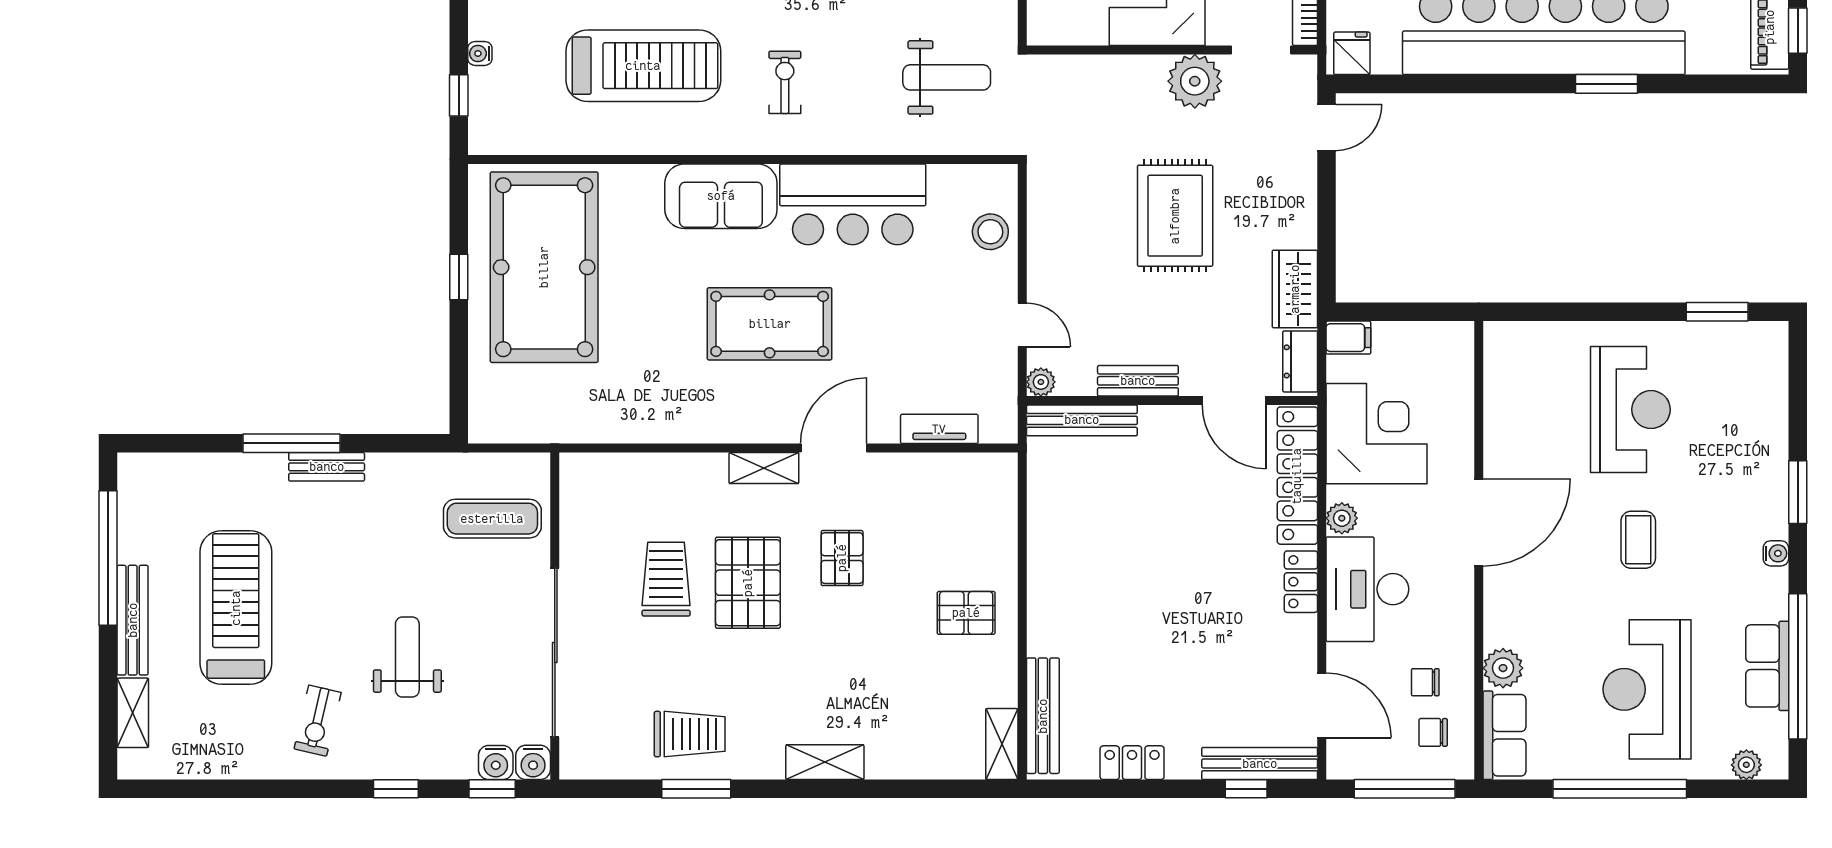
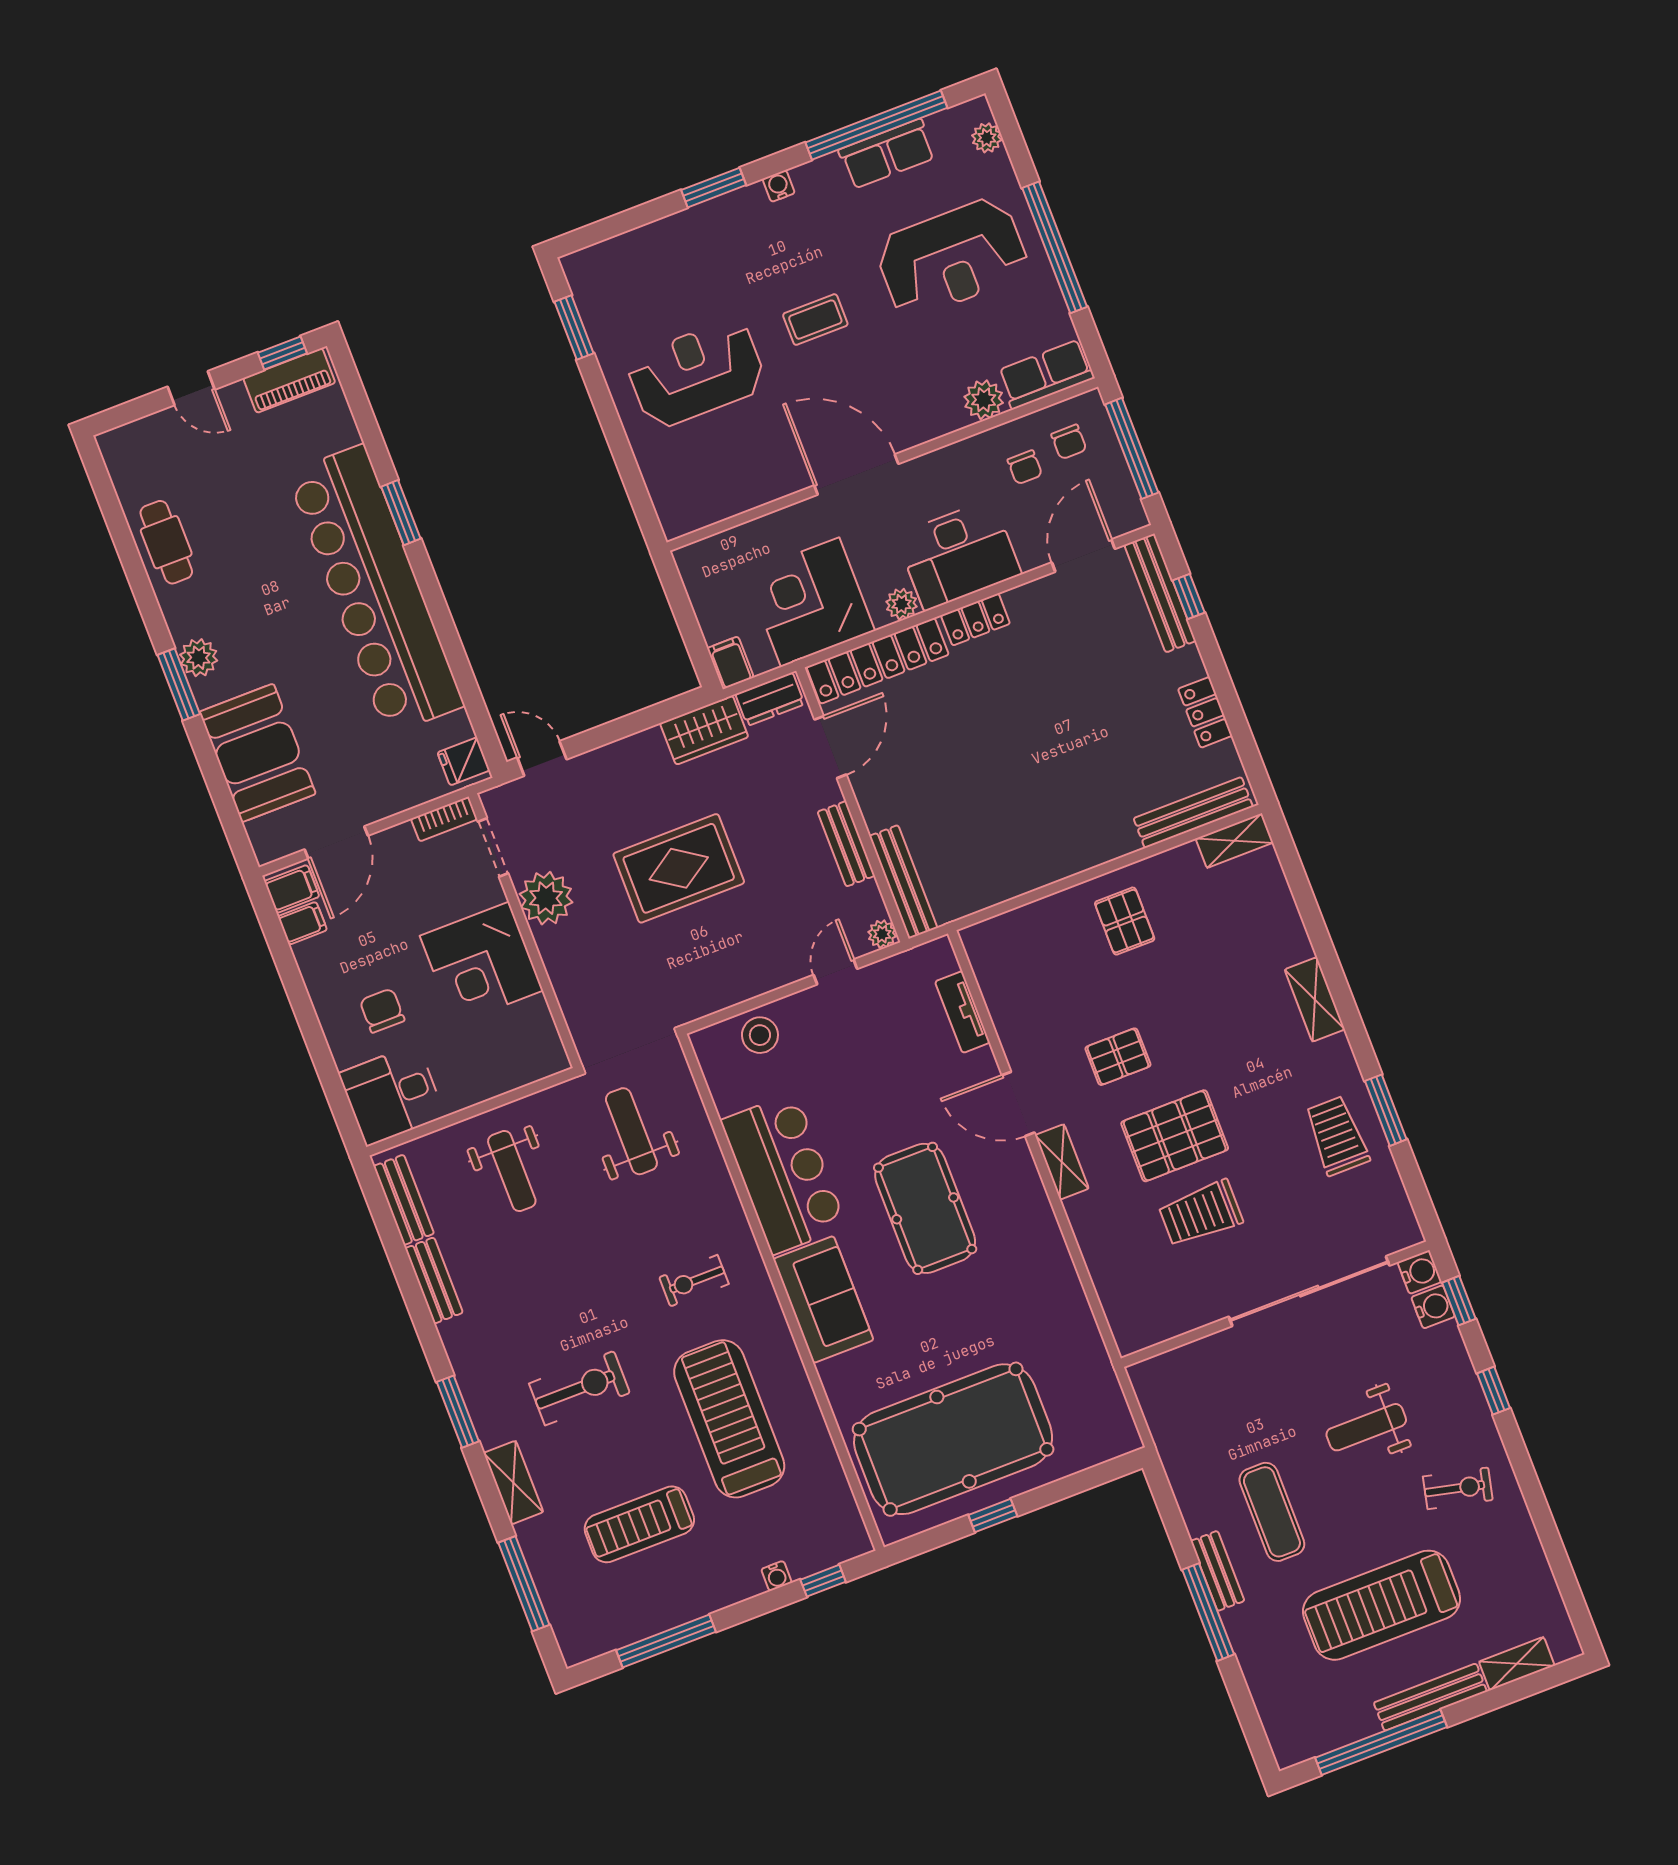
exercise mat: (492, 519) -> (1272, 1512), moved

